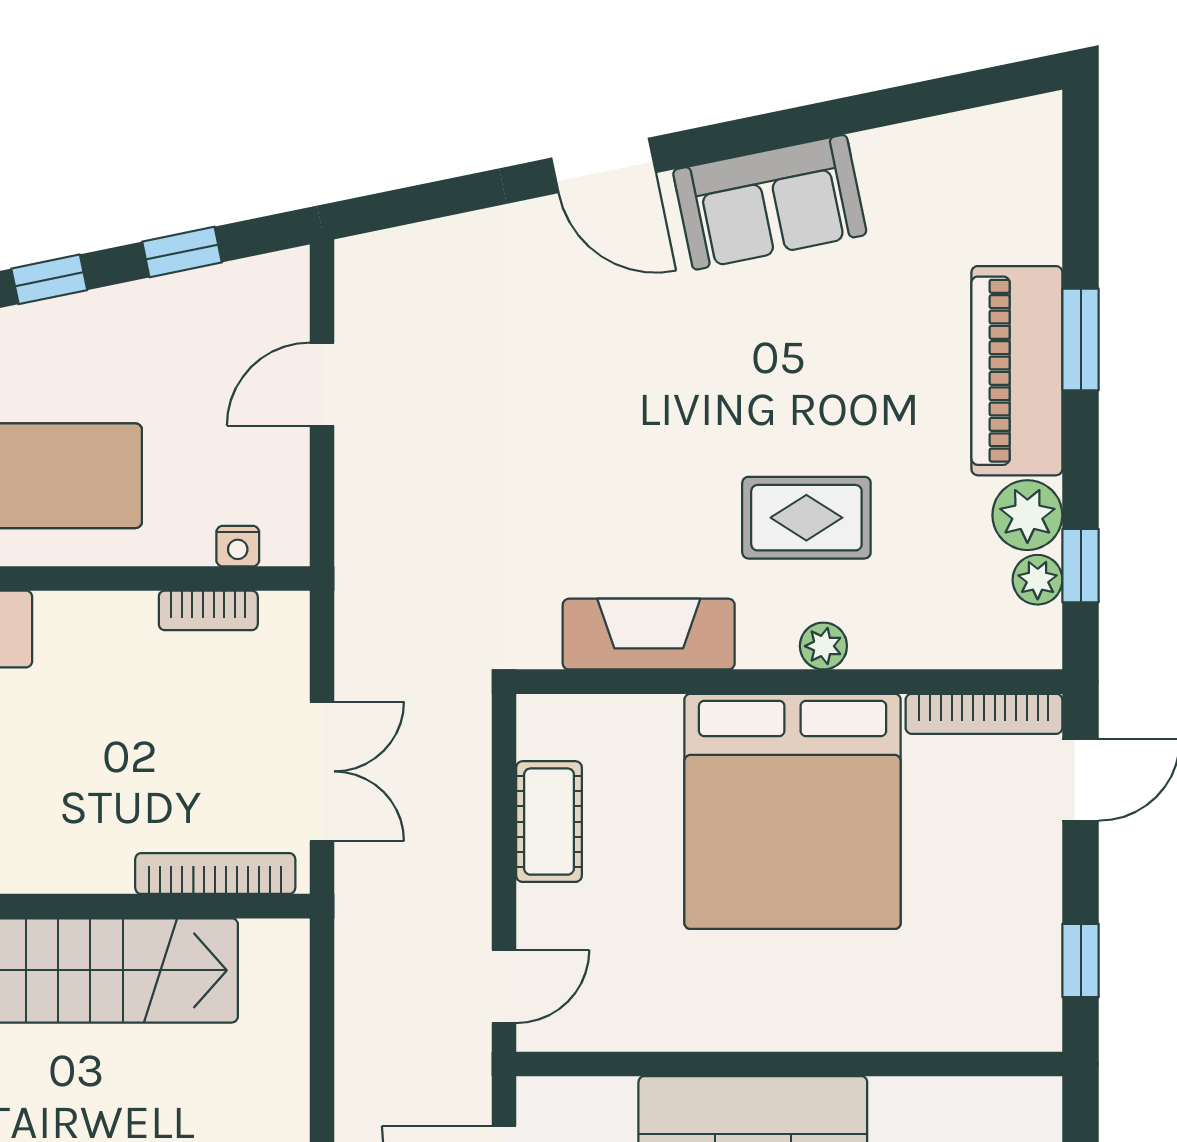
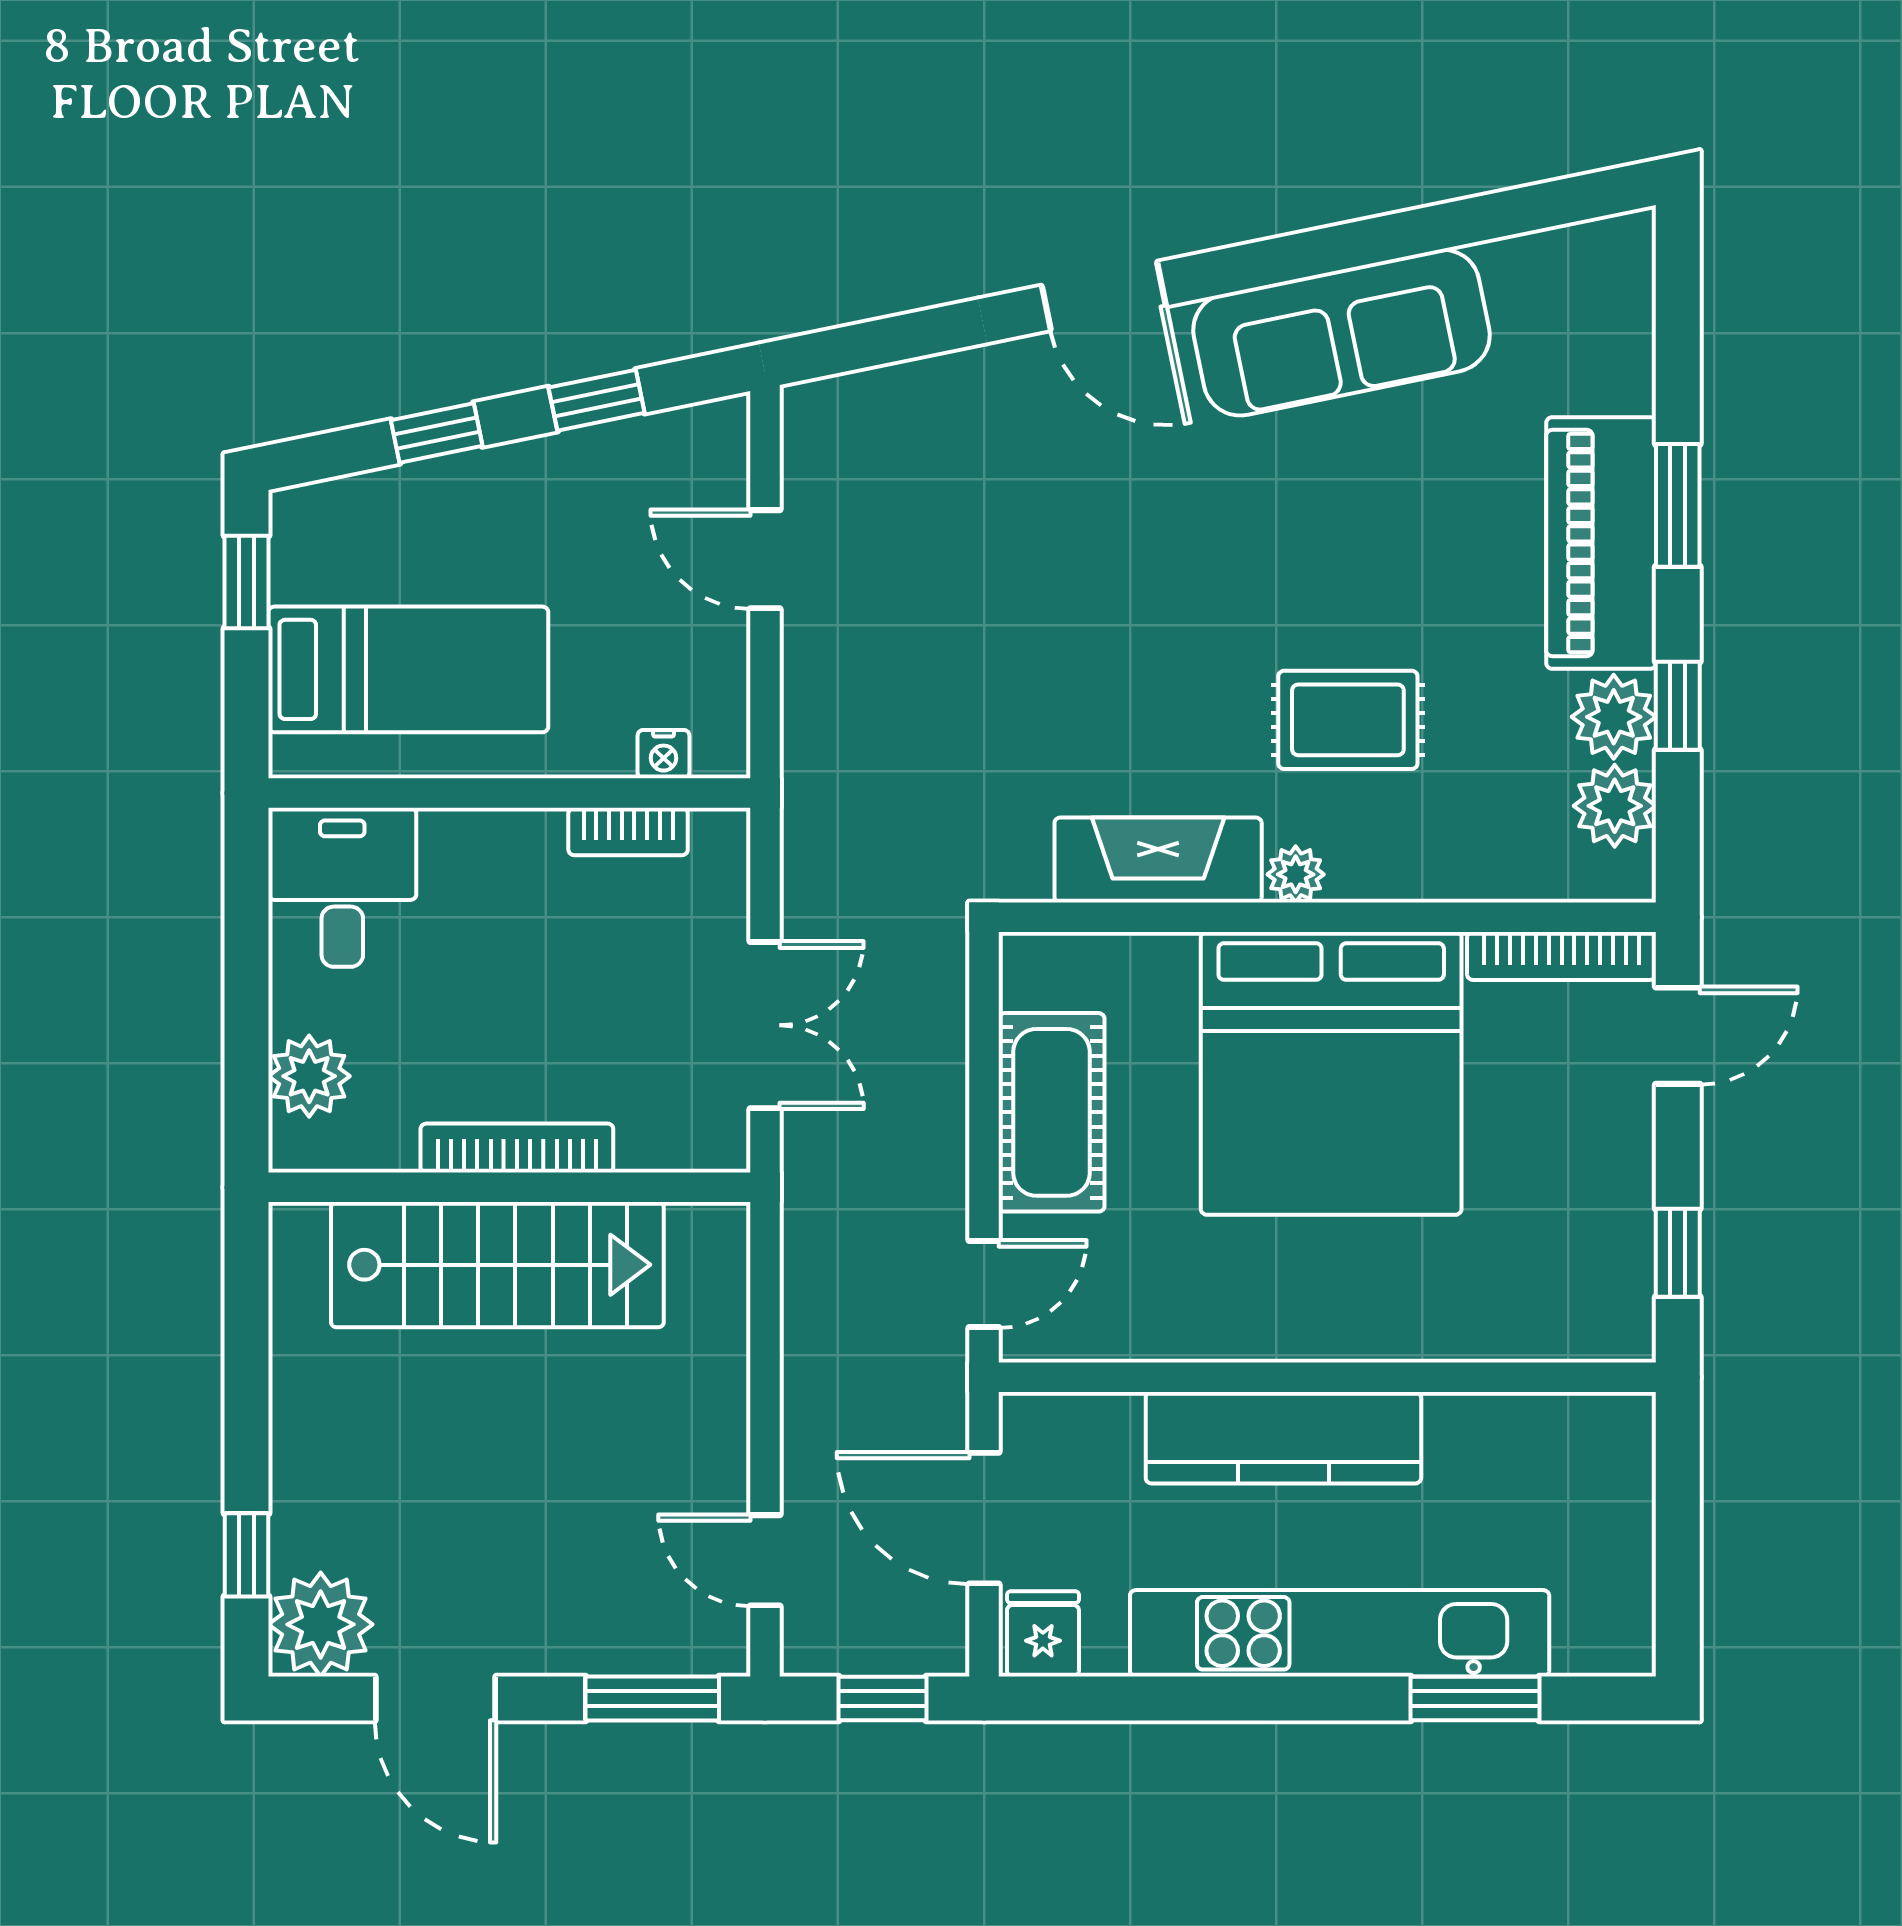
sofa: (770, 202) -> (1341, 333), width x1.36
door: (322, 384) -> (765, 559), hinge flipped
window: (1081, 566) -> (1678, 706), moved
plant: (1038, 580) -> (1615, 806), width x1.38, depth x1.38
plant: (823, 646) -> (1296, 874), moved
cot: (549, 822) -> (1052, 1112), width x1.37, depth x1.34
bookcase: (215, 874) -> (517, 1148), moved

